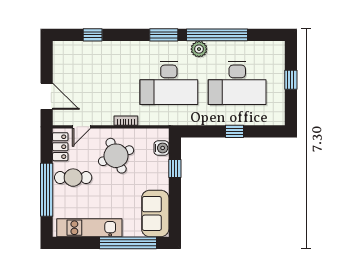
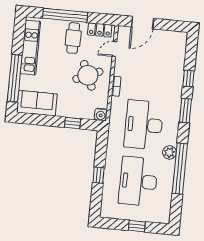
window: (93, 35) -> (188, 78), moved
window: (164, 35) -> (185, 111), moved
door: (81, 127) -> (114, 49), hinge flipped
water cooler: (161, 148) -> (101, 114), moved

